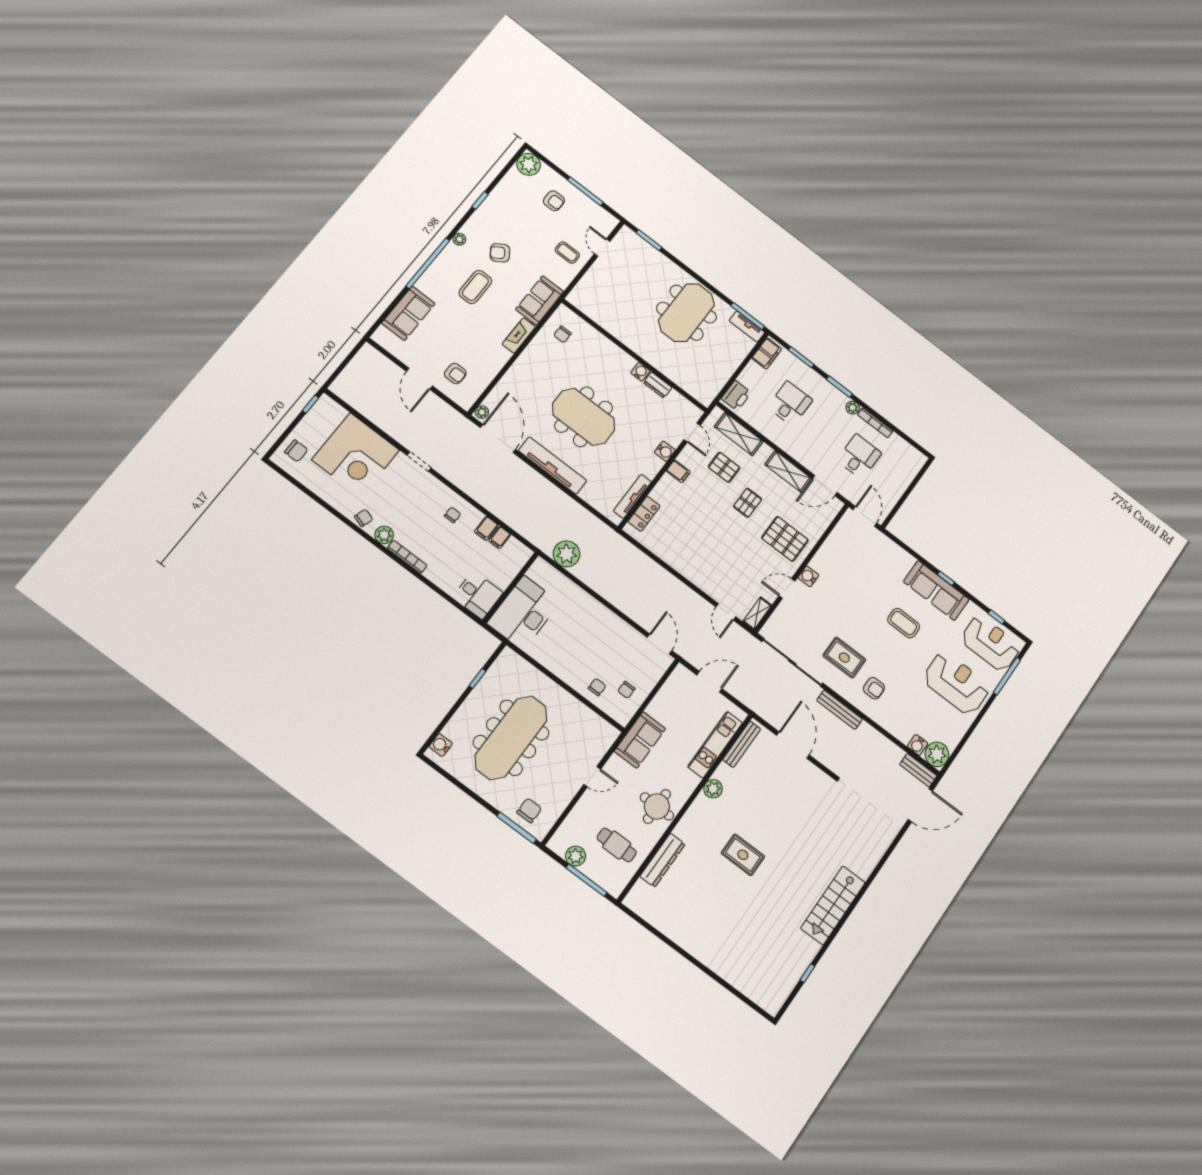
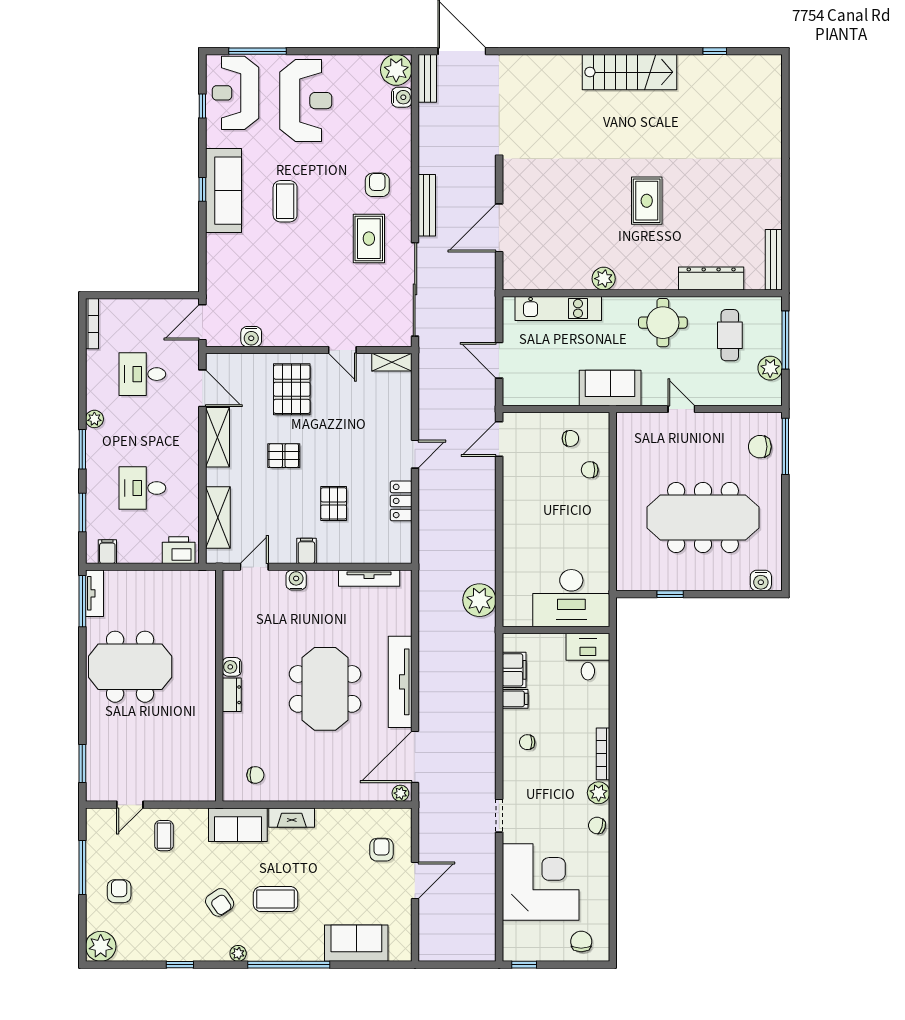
filing cabinet: (767, 353) -> (107, 552), width x0.50
dresser: (658, 385) -> (232, 695), moved
bookcase: (875, 423) -> (92, 324), moved
pallet: (724, 467) -> (334, 503), moved
locker: (644, 514) -> (401, 501), moved, turned -90
filing cabinet: (500, 538) -> (514, 670), width x2.00
water cooler: (808, 576) -> (251, 337), moved
door: (726, 612) -> (415, 454), moved
reception desk: (956, 683) -> (306, 101), turned 180
bench: (742, 744) -> (774, 260), moved, turned 90

